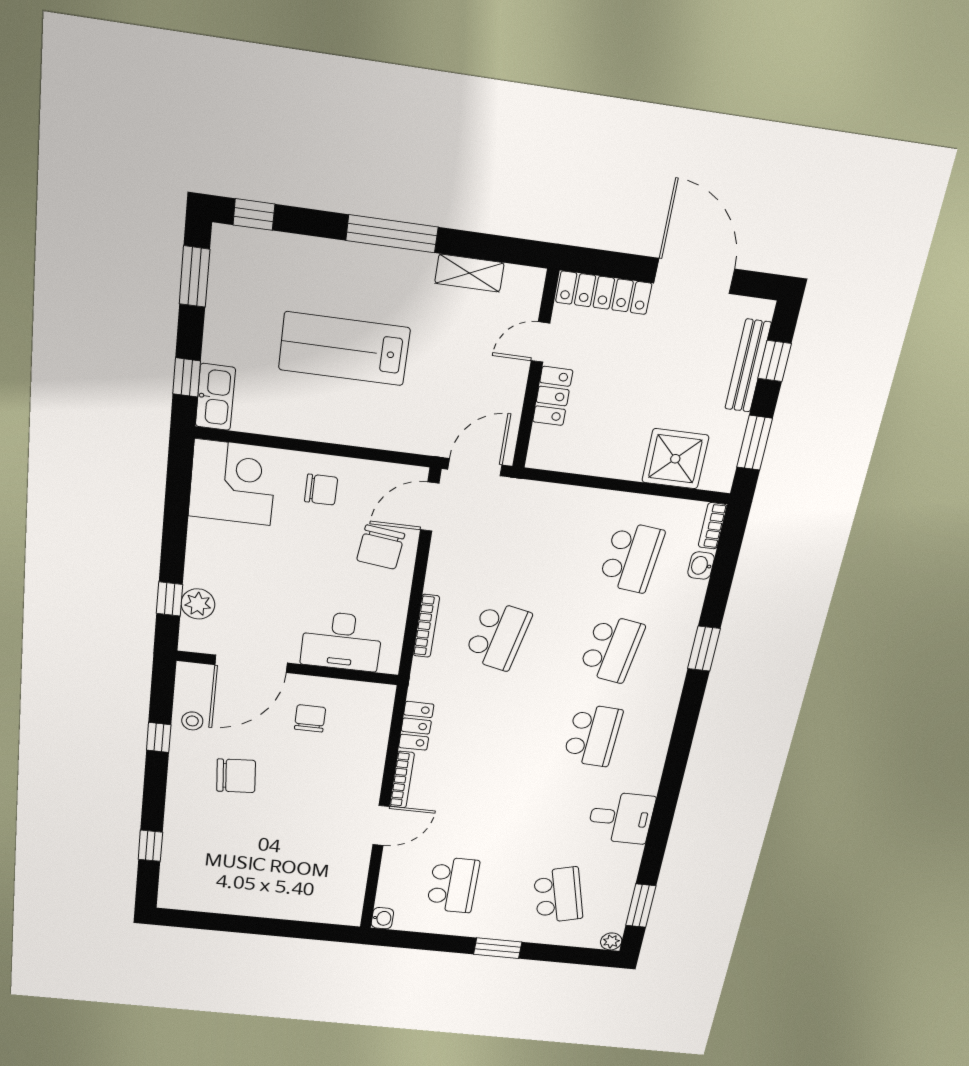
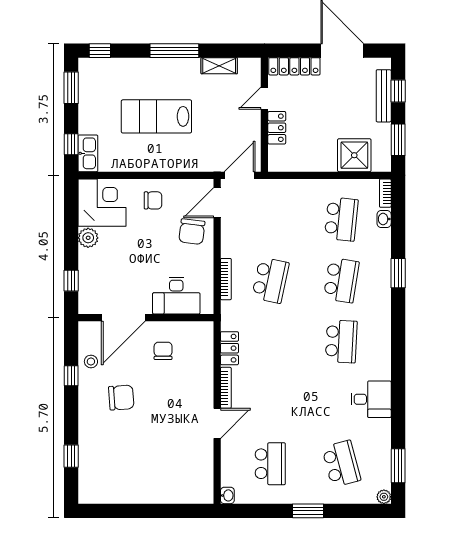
plant: (198, 604) -> (88, 238), moved

